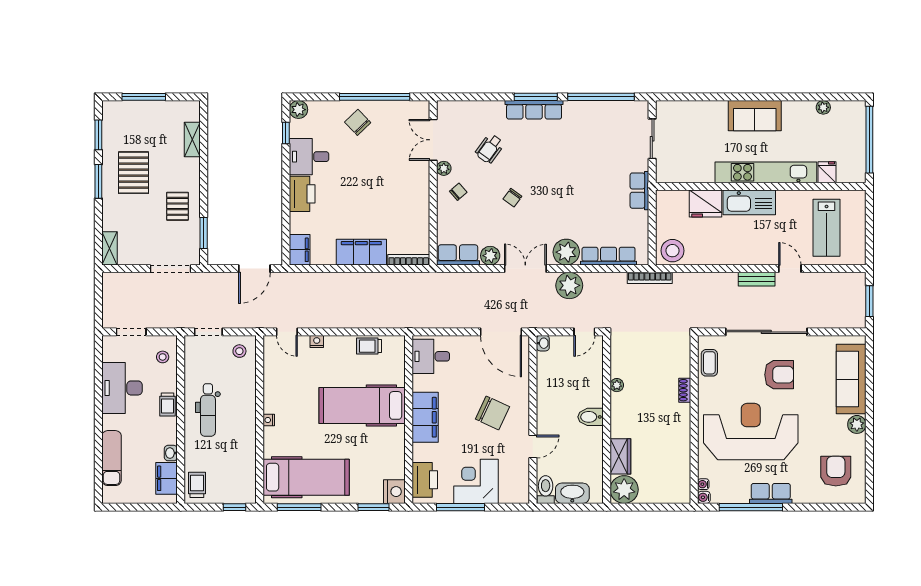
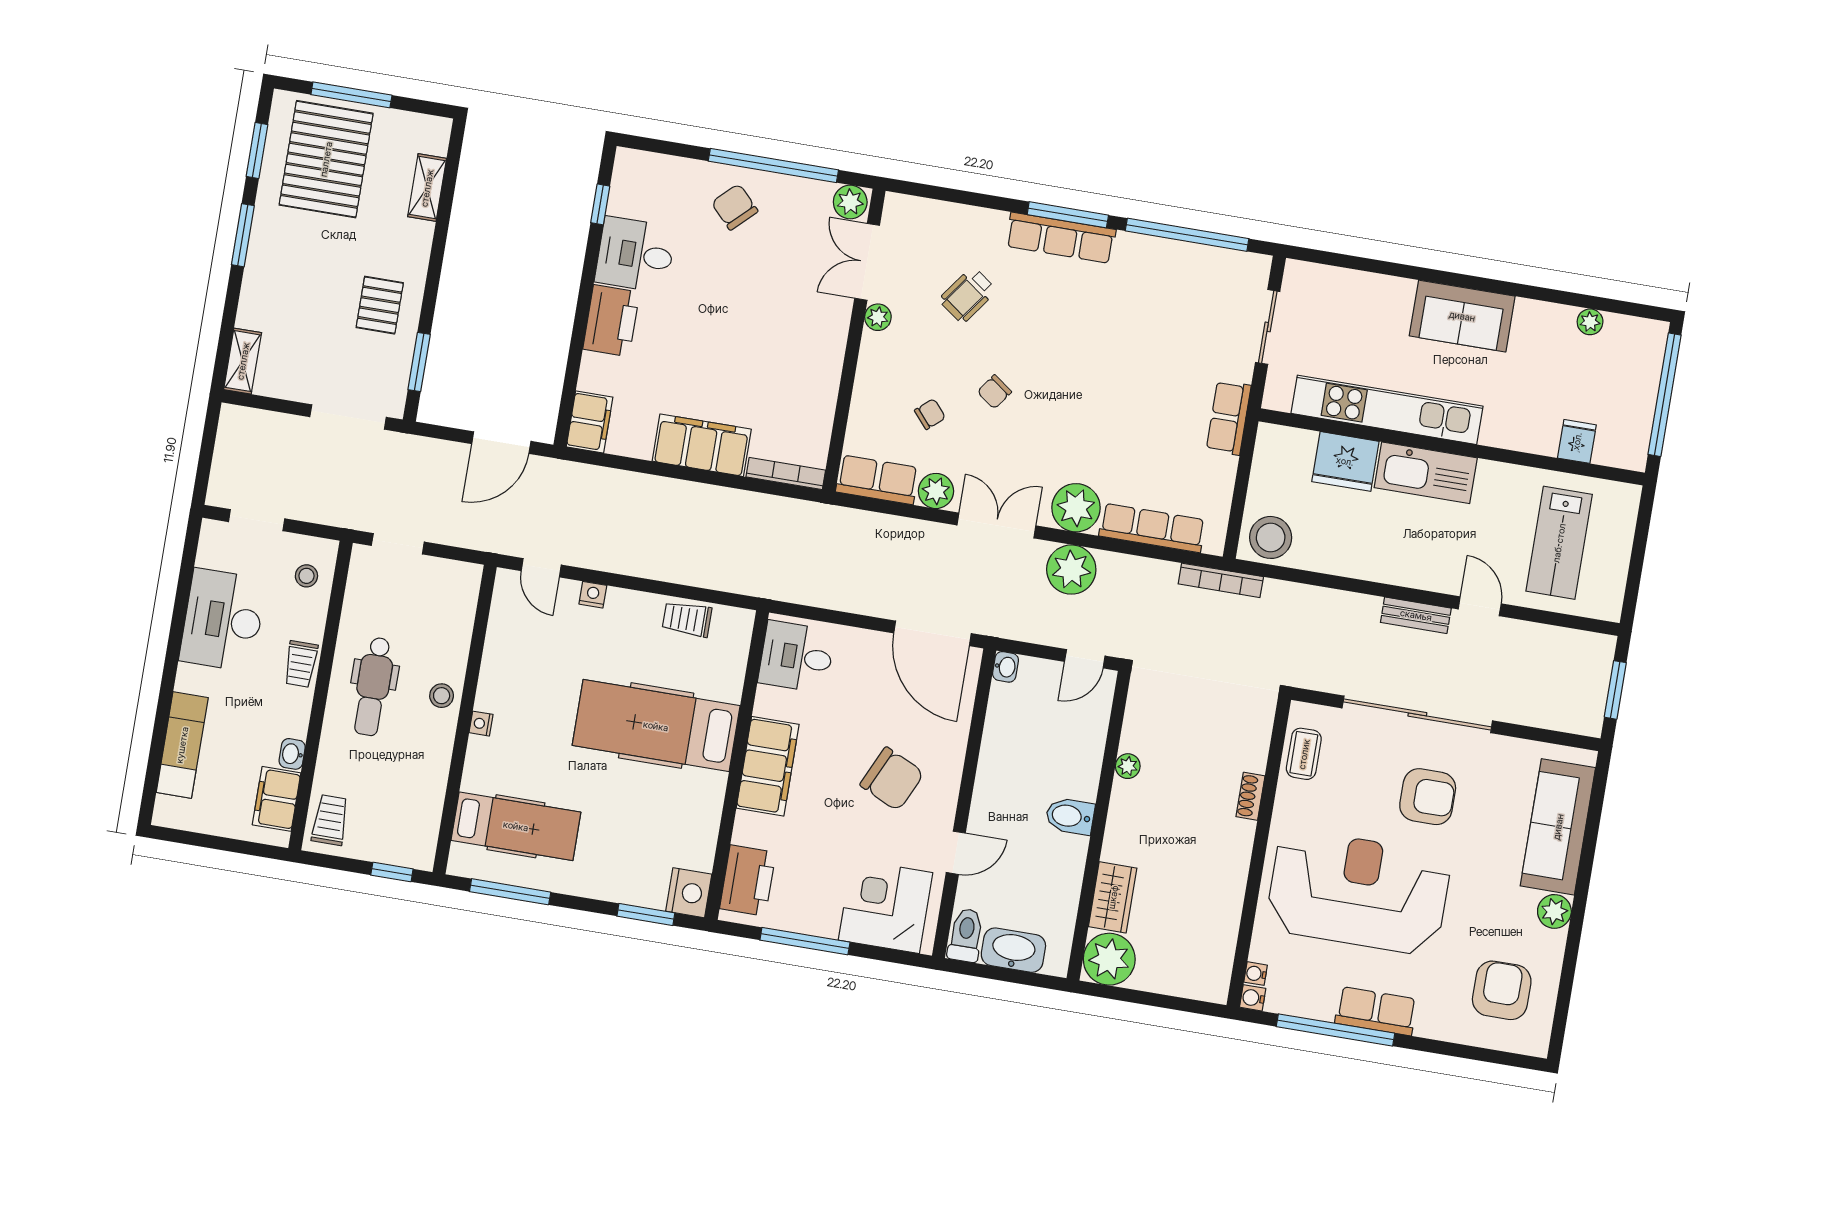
plant: (298, 110) -> (850, 202), moved
kitchen unit: (766, 172) -> (1387, 410), moved
pallet: (133, 173) -> (326, 159), moved, width x1.37, depth x1.41
chair: (458, 192) -> (930, 414), moved
stool: (239, 351) -> (442, 696), moved
hospital bed: (306, 477) -> (516, 826), width x0.73, depth x0.78
corner desk: (476, 481) -> (886, 906), moved

